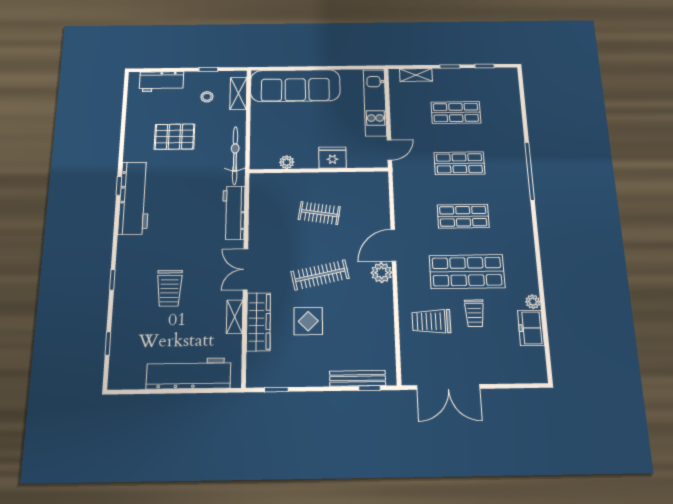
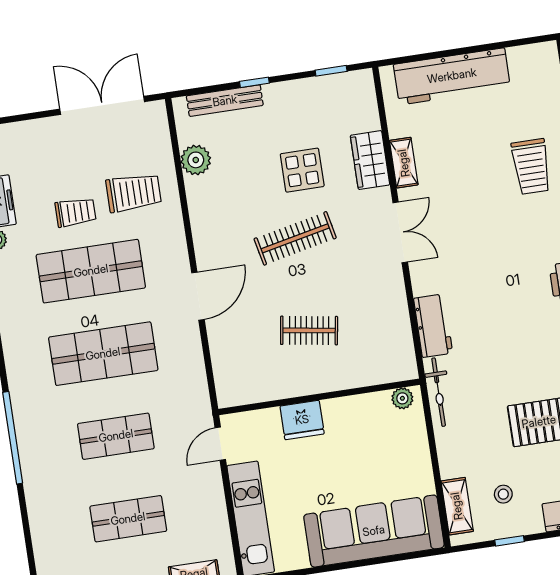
bicycle: (235, 155) -> (439, 392), width x0.73, depth x0.71
plant: (287, 162) -> (402, 398), moved
workbench: (234, 213) -> (433, 326), width x0.73
shop shelf: (463, 216) -> (103, 354), width x1.43, depth x1.36
plant: (382, 273) -> (196, 160), moved
trolley: (169, 288) -> (531, 167), moved, turned 180
trolley: (474, 313) -> (75, 212), turned 90
wardrobe: (258, 322) -> (370, 160), width x0.67
window: (370, 388) -> (254, 82), moved

